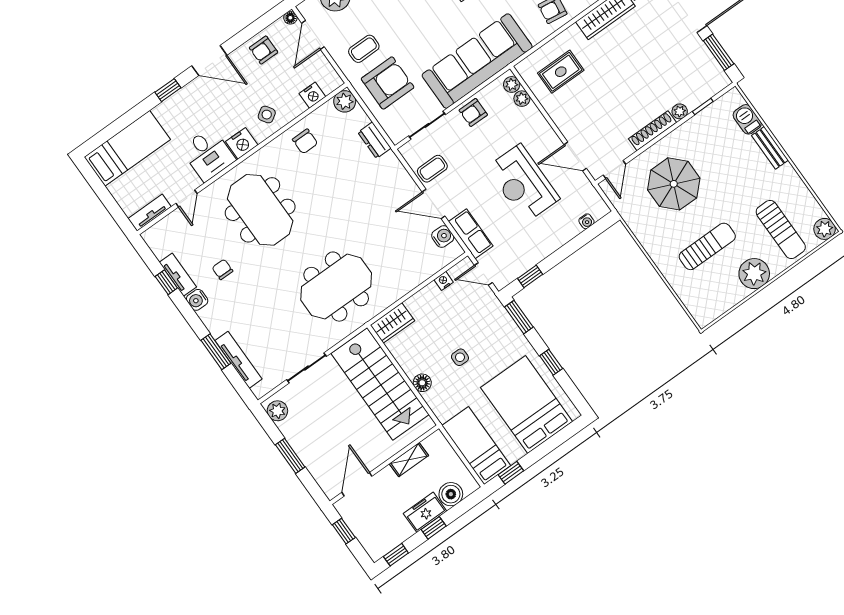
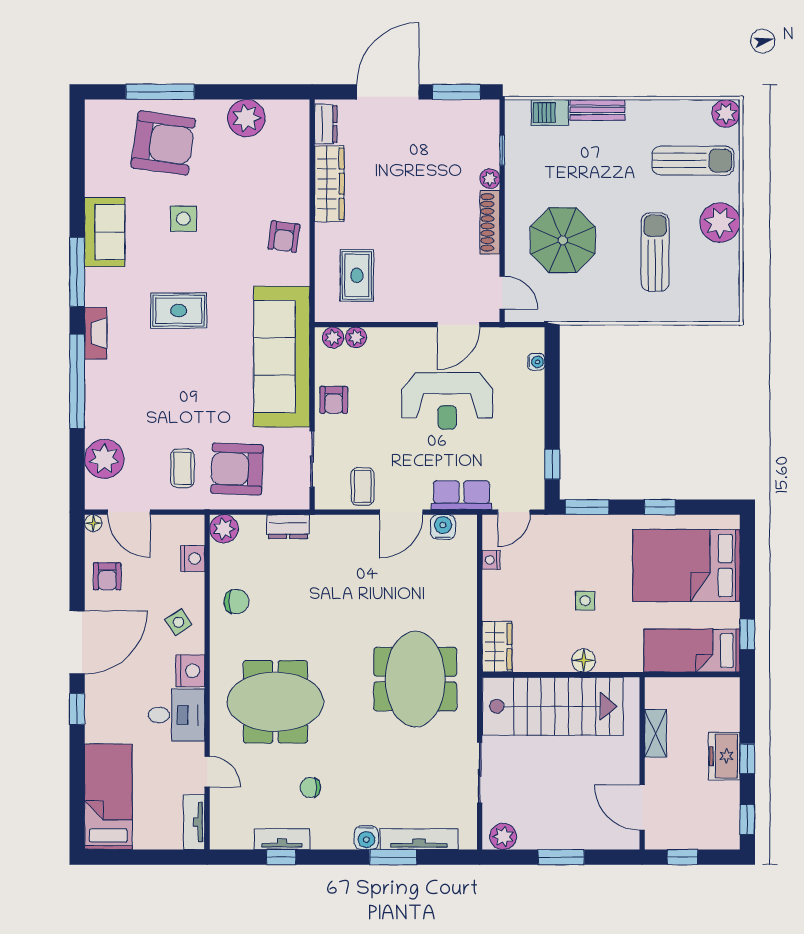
door: (209, 60) -> (77, 642), width x1.36
armchair: (388, 83) -> (237, 469), turned -88
water cooler: (197, 300) -> (366, 838), moved
boiler: (451, 494) -> (724, 715), removed

